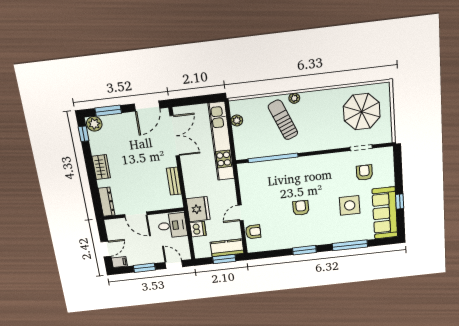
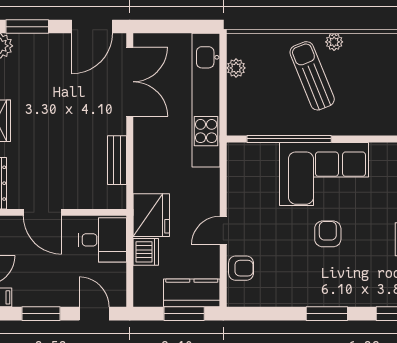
corner sofa: (296, 175) -> (324, 174), added

